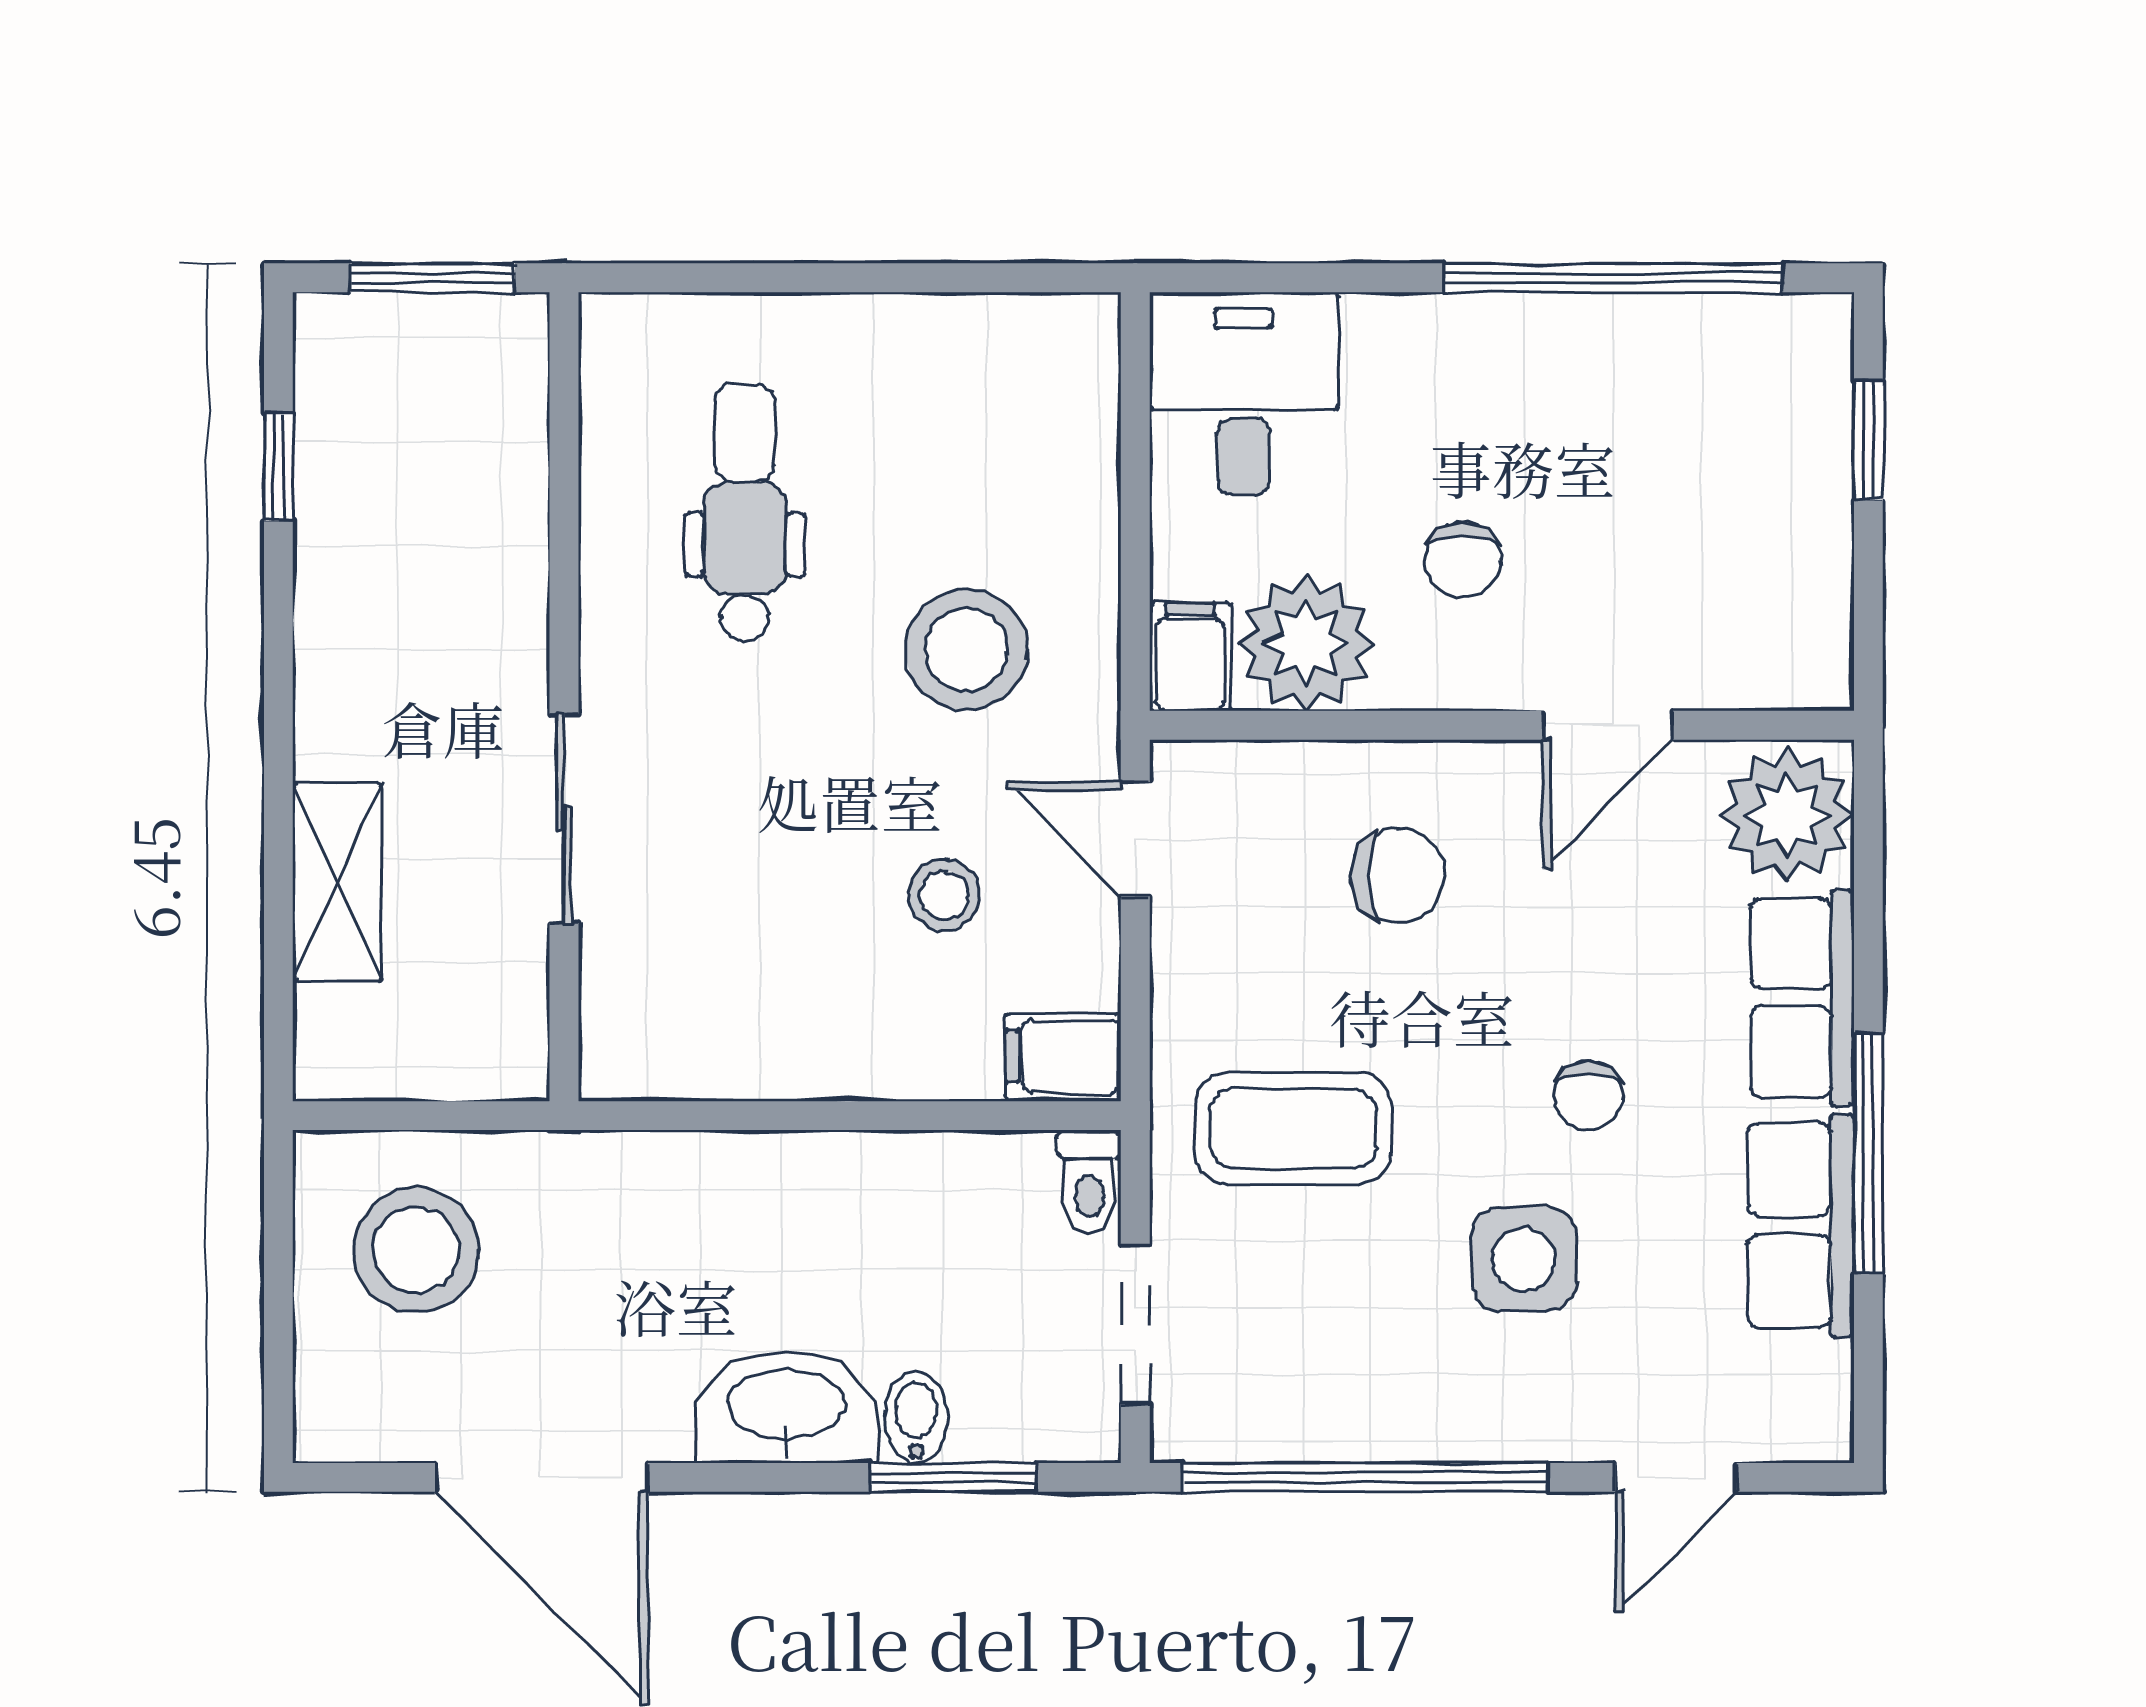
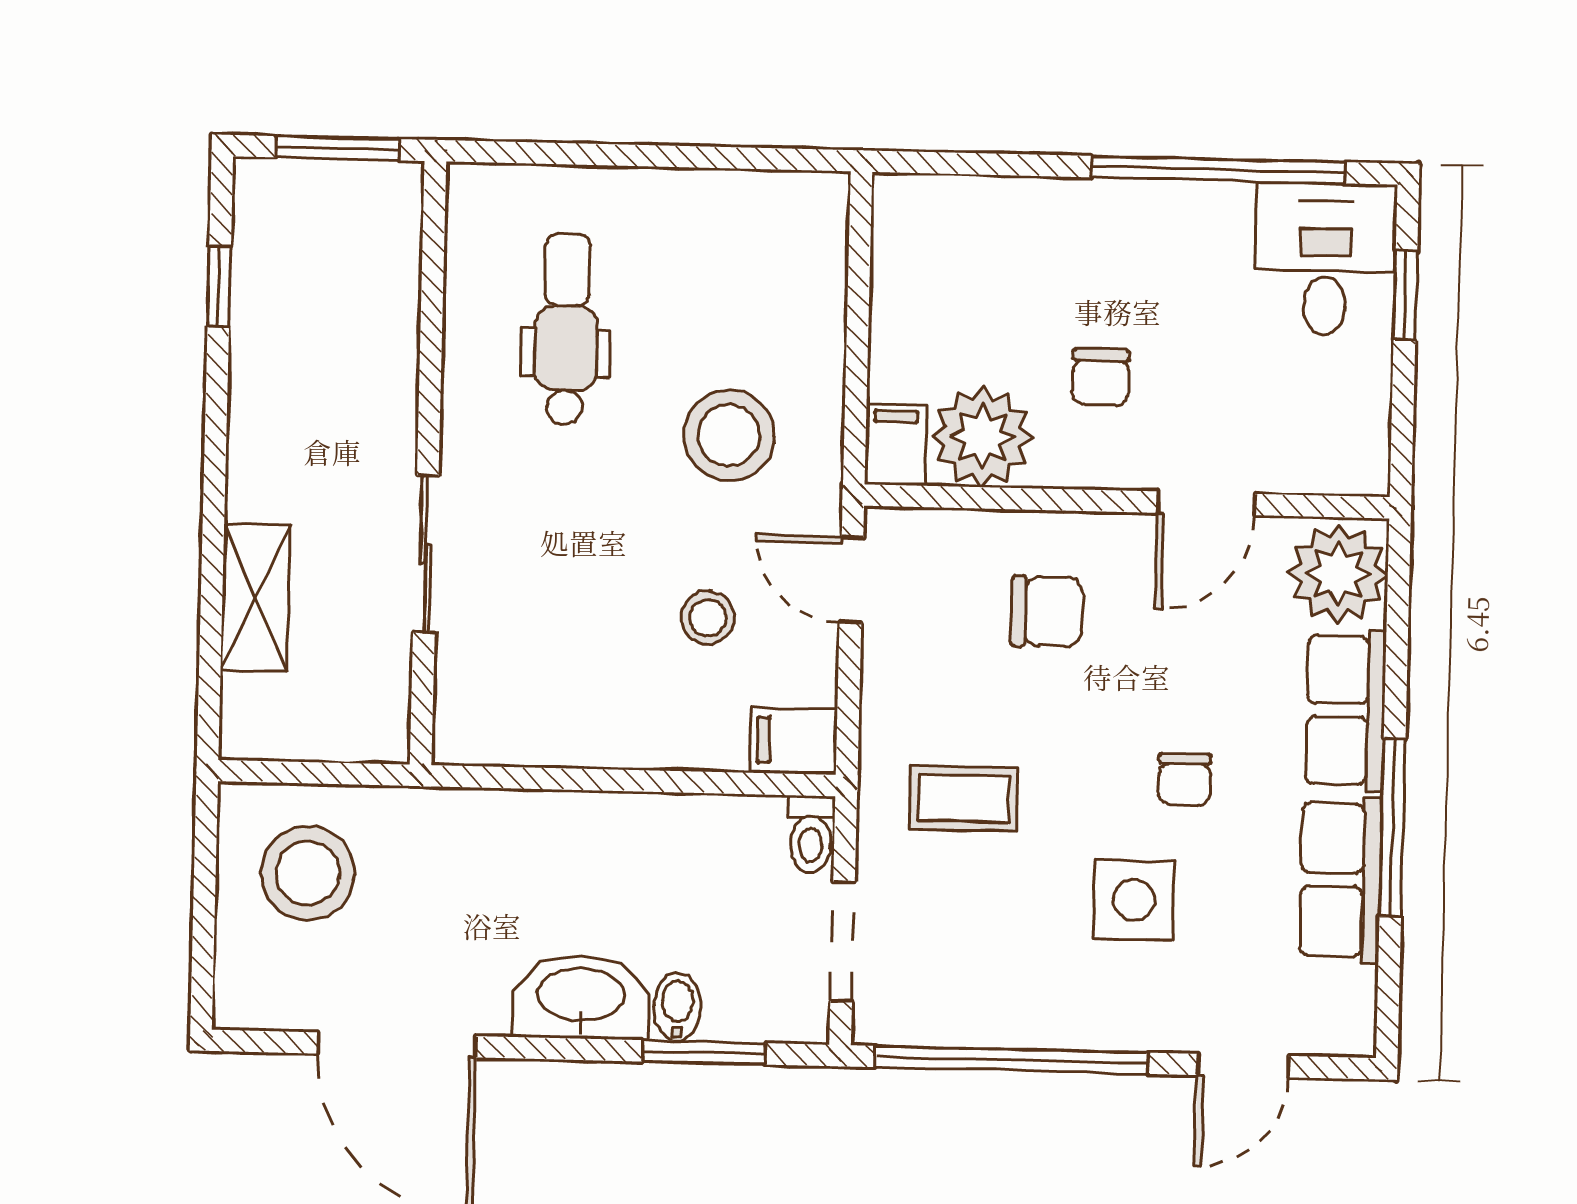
desk: (1244, 394) -> (1325, 259), moved
coffee table: (1293, 1129) -> (964, 798), width x0.73, depth x0.77

